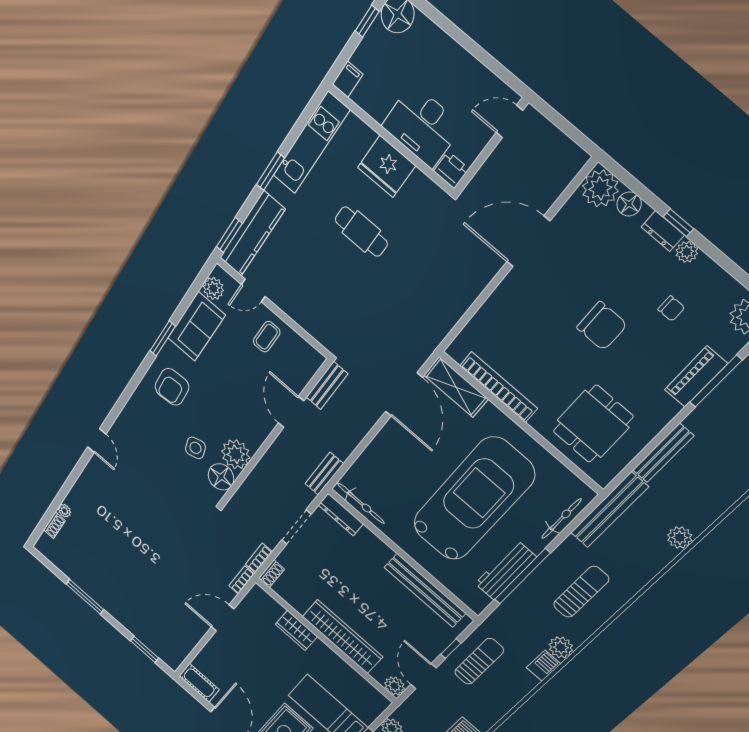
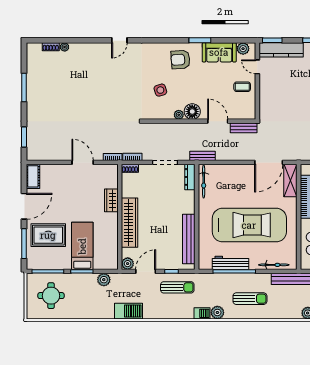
door: (291, 412) -> (218, 121), hinge flipped
plant: (236, 454) -> (179, 115), width x0.53, depth x0.53
floor lamp: (221, 477) -> (192, 112), moved

